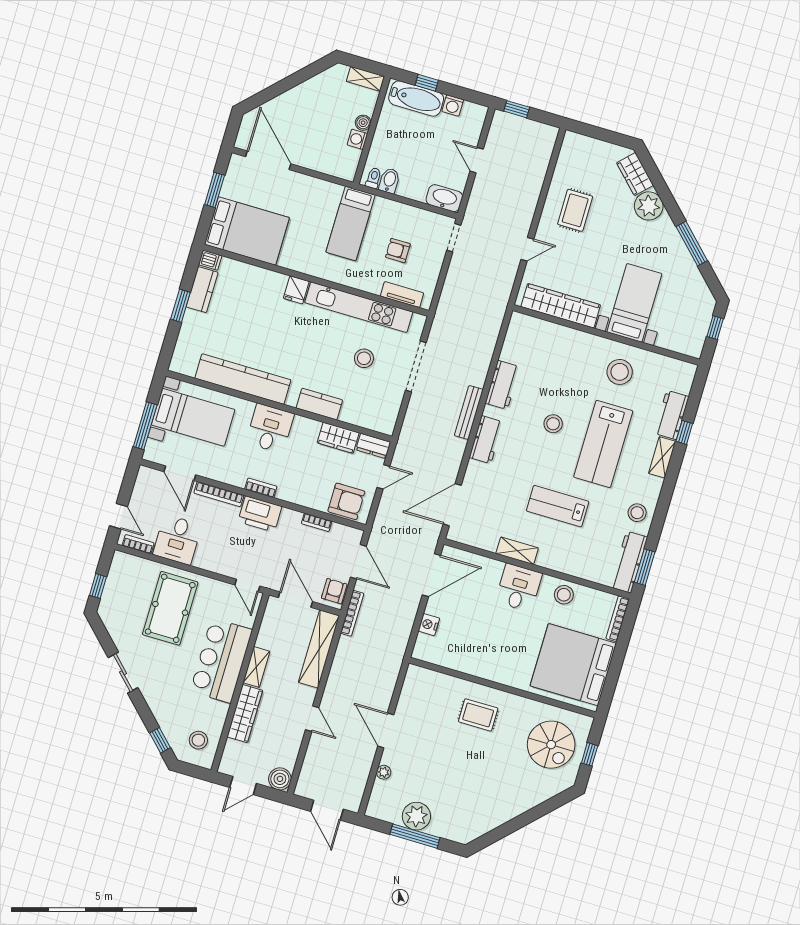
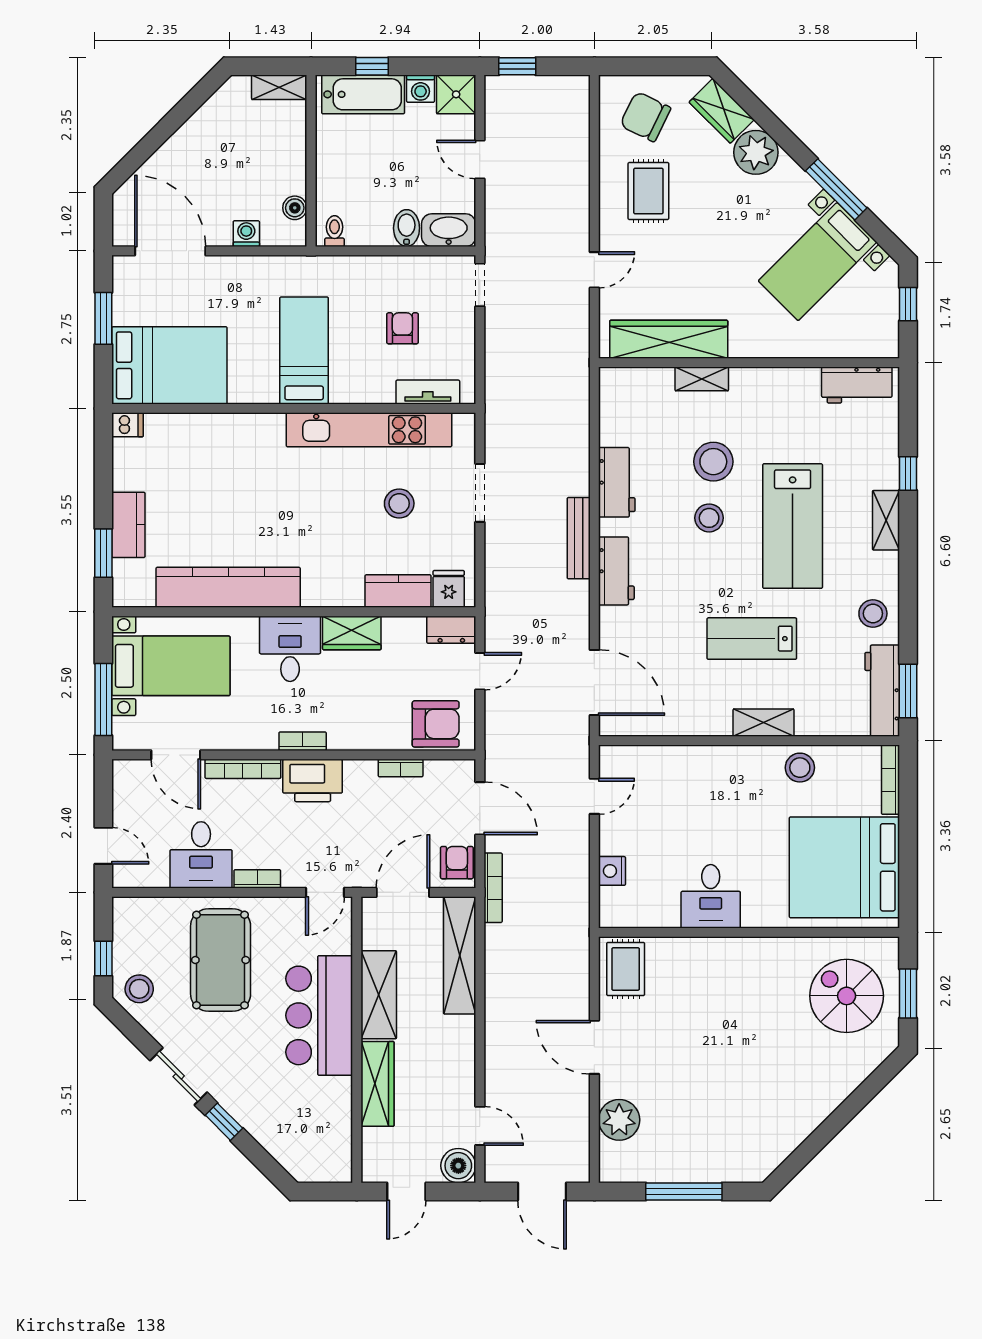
shower: (474, 115) -> (456, 94), added
boiler: (363, 123) -> (295, 208), moved
washing machine: (357, 139) -> (246, 234), moved, turned 90
chair: (587, 164) -> (645, 117), added
bidet: (389, 181) -> (407, 228), moved
bed: (351, 223) -> (304, 351), moved, turned 180
armchair: (398, 250) -> (402, 328), turned 90
kitchen counter: (202, 290) -> (128, 525), moved
fridge: (296, 290) -> (449, 589), moved, turned 180
bed with nightstands: (634, 303) -> (818, 262), moved, turned -135
window: (180, 306) -> (103, 553), moved
shelving: (574, 336) -> (702, 379), added
doorway: (416, 366) -> (480, 493), width x0.73
stool: (620, 372) -> (713, 462), moved
kitchen counter: (319, 404) -> (398, 591), moved
workbench: (672, 415) -> (857, 385), moved, turned -90
wardrobe: (338, 438) -> (352, 633), moved
door: (452, 505) -> (594, 683), swing flipped
bookcase: (138, 544) -> (257, 879), moved
shelving: (517, 551) -> (763, 723), moved
door: (431, 575) -> (594, 796), width x0.53
door: (247, 585) -> (325, 892), hinge flipped
desk: (519, 588) -> (711, 896), moved, turned 180
door: (295, 600) -> (403, 892), hinge flipped
shelving: (256, 667) -> (379, 995), width x1.50, depth x1.33
rug: (478, 715) -> (626, 969), moved, turned 90
door: (312, 719) -> (480, 1126), moved
window: (160, 740) -> (224, 1122), moved
stool: (198, 740) -> (139, 989), moved
spiral stairs: (551, 745) -> (847, 996), turned 180
window: (590, 754) -> (908, 994), width x1.50
plant: (384, 772) -> (619, 1120), width x1.87, depth x1.87
plant: (416, 816) -> (678, 1161), removed

